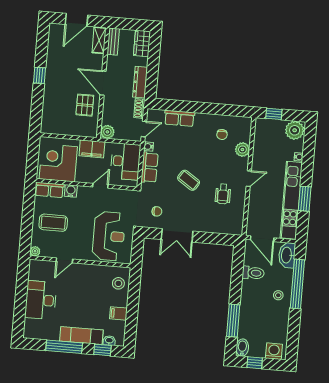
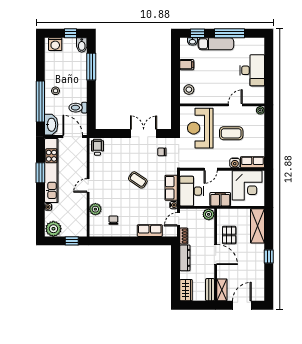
shelving: (50, 113) -> (257, 226), added
wheelchair: (223, 194) -> (97, 147), moved
coffee table: (53, 223) -> (231, 133), moved

